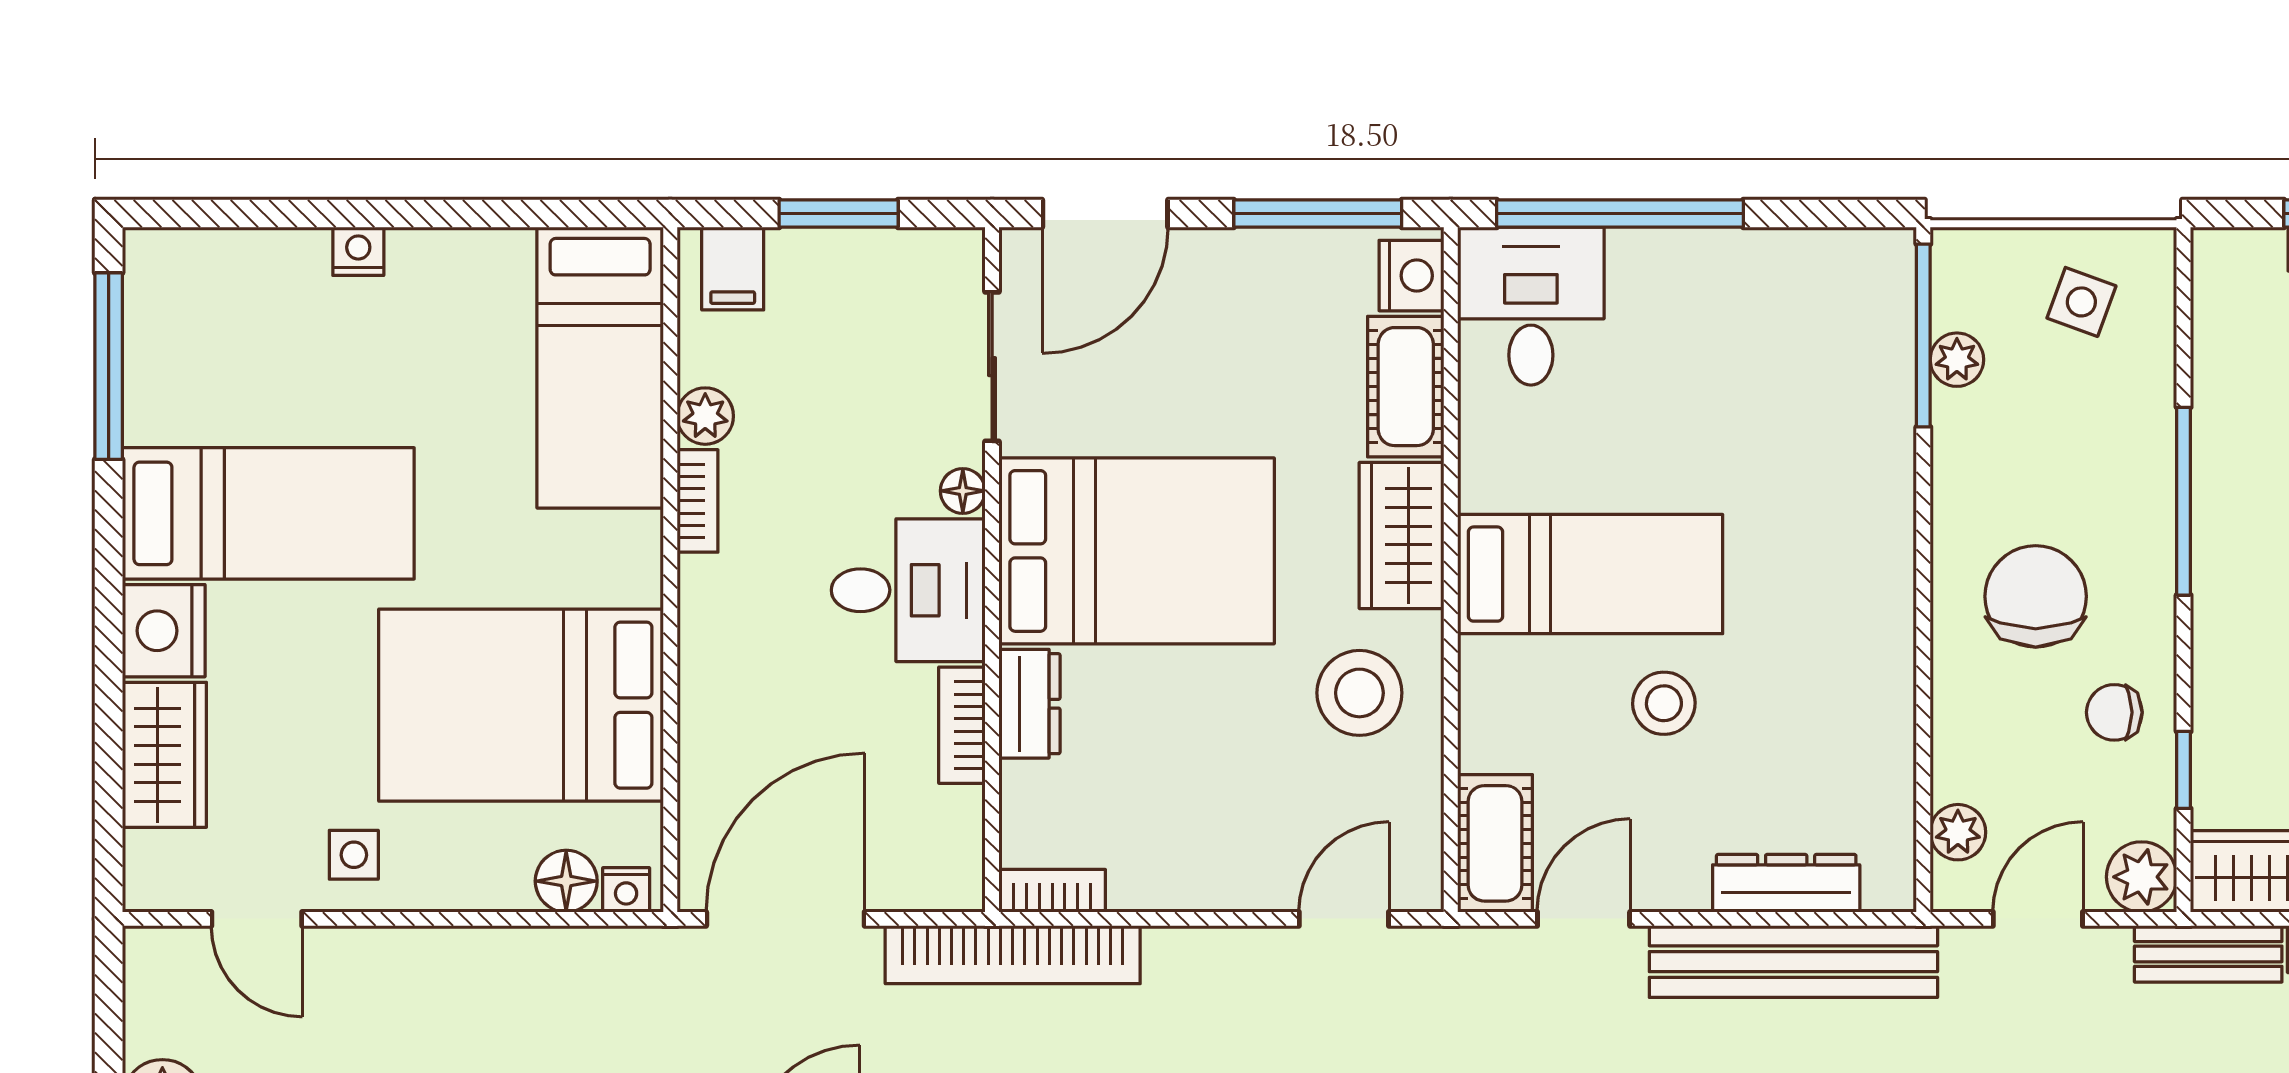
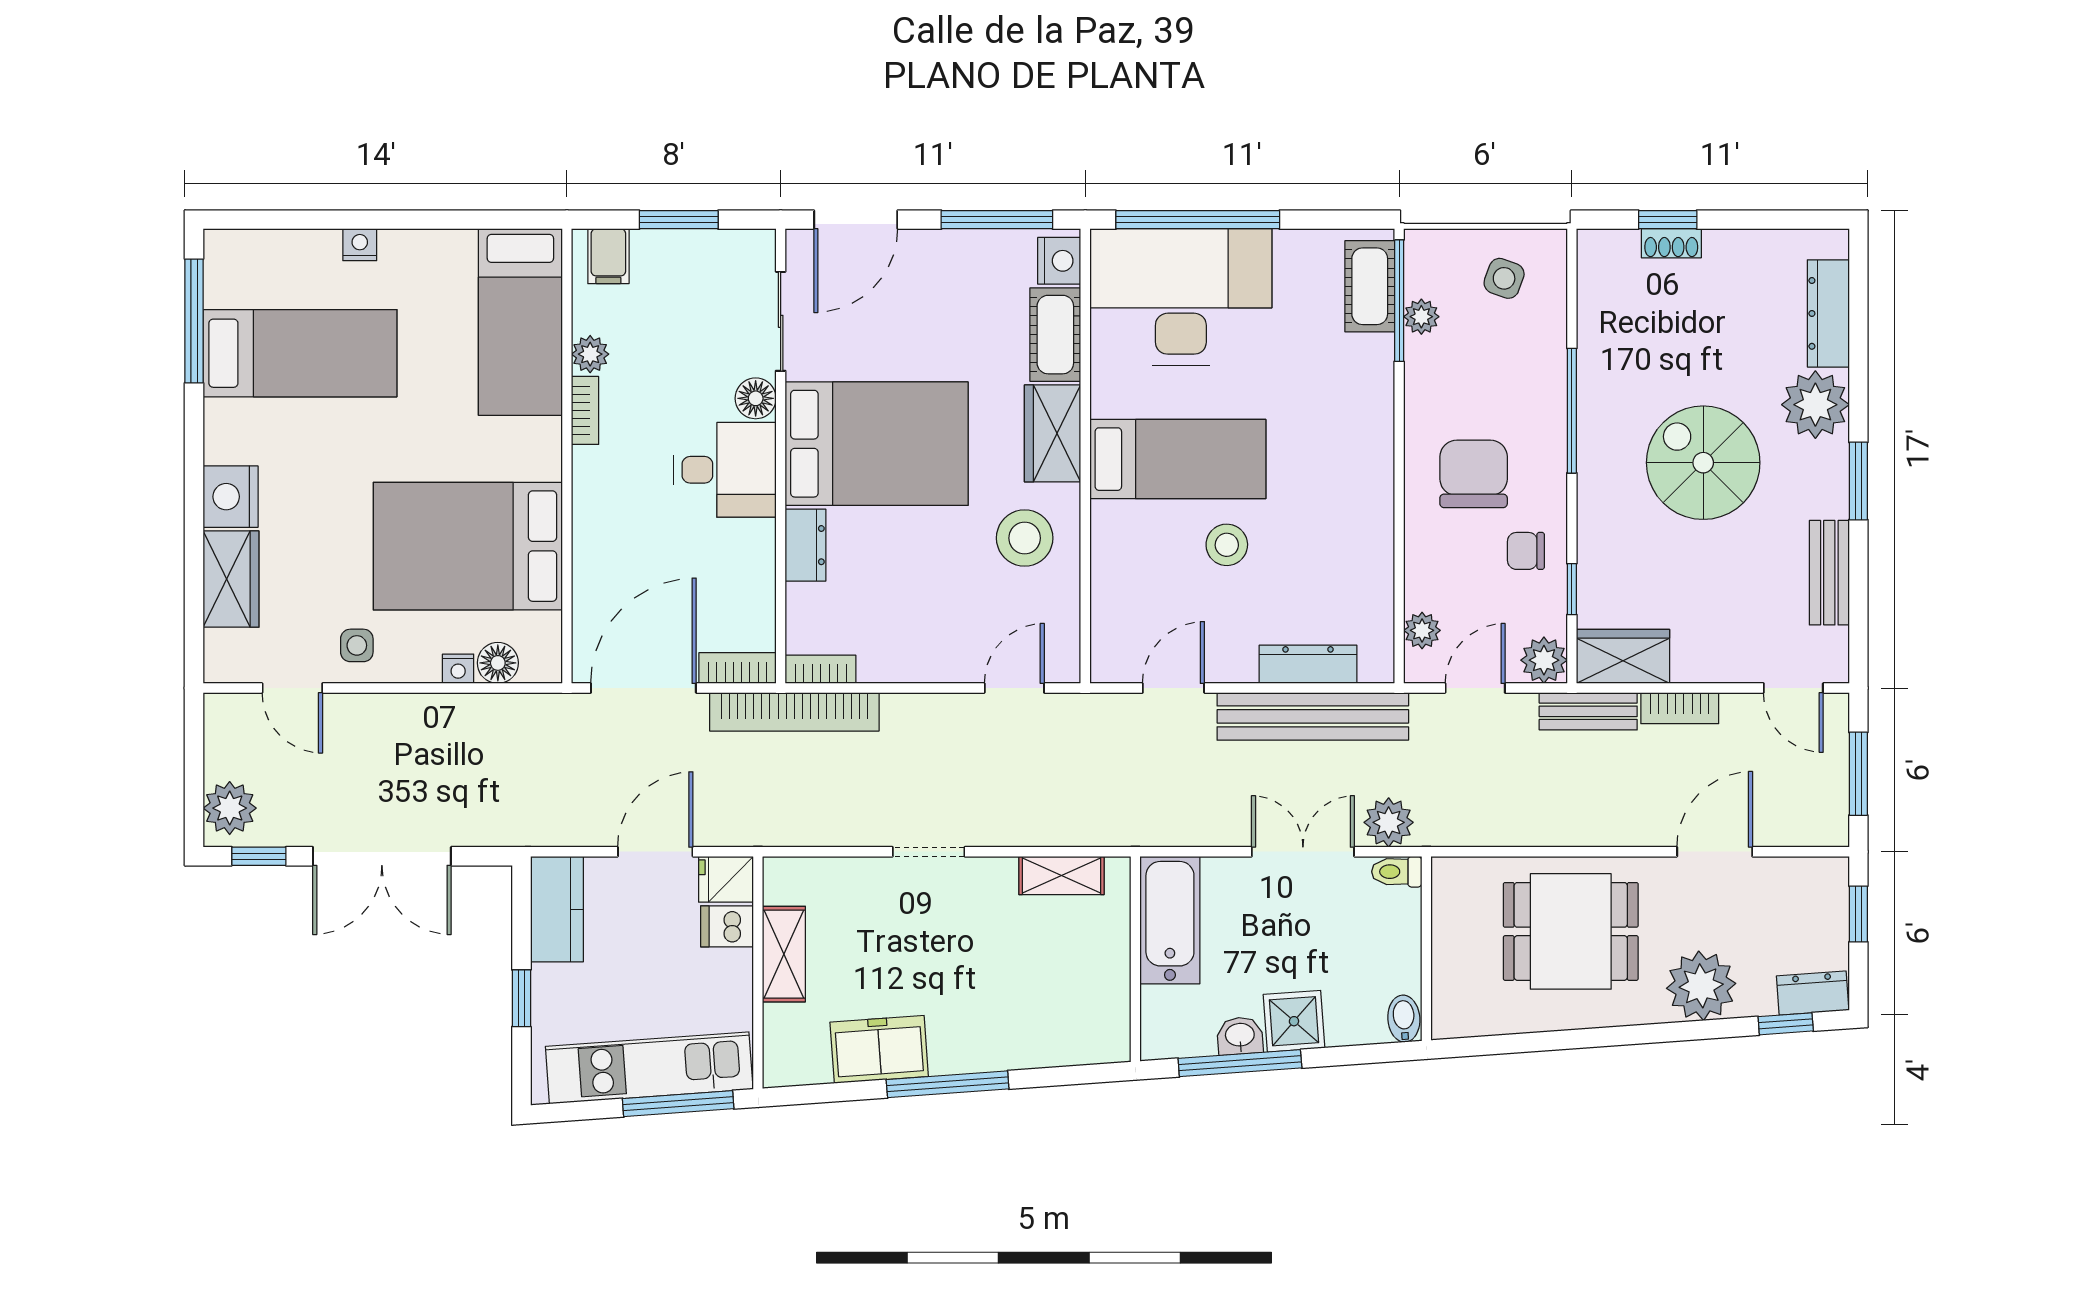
desk: (1531, 306) -> (1181, 297), width x1.87, depth x1.30
floor lamp: (963, 491) -> (756, 398), width x1.37, depth x1.37
bed: (268, 513) -> (300, 353), moved
bookcase: (962, 725) -> (737, 668), moved, turned 90
cot: (1495, 843) -> (1370, 286), moved
nightstand: (626, 890) -> (458, 669), moved

